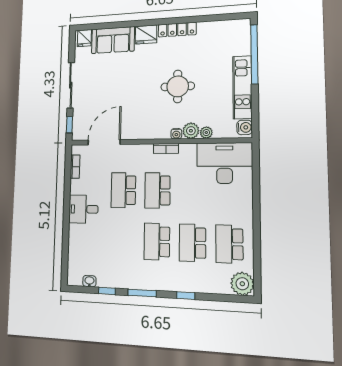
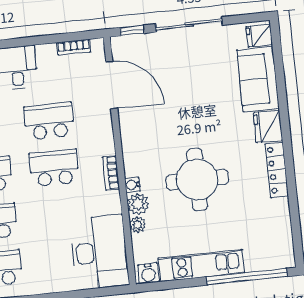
round table: (178, 86) -> (197, 179), width x1.36, depth x1.36

